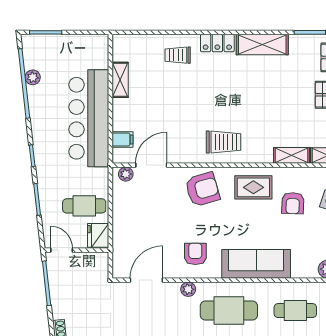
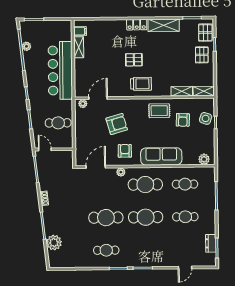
trolley: (178, 55) -> (113, 32), removed
pallet: (212, 102) -> (134, 60), added
filing cabinet: (122, 139) -> (80, 31), moved
armchair: (202, 189) -> (117, 124), moved
fridge: (98, 235) -> (67, 140), removed

